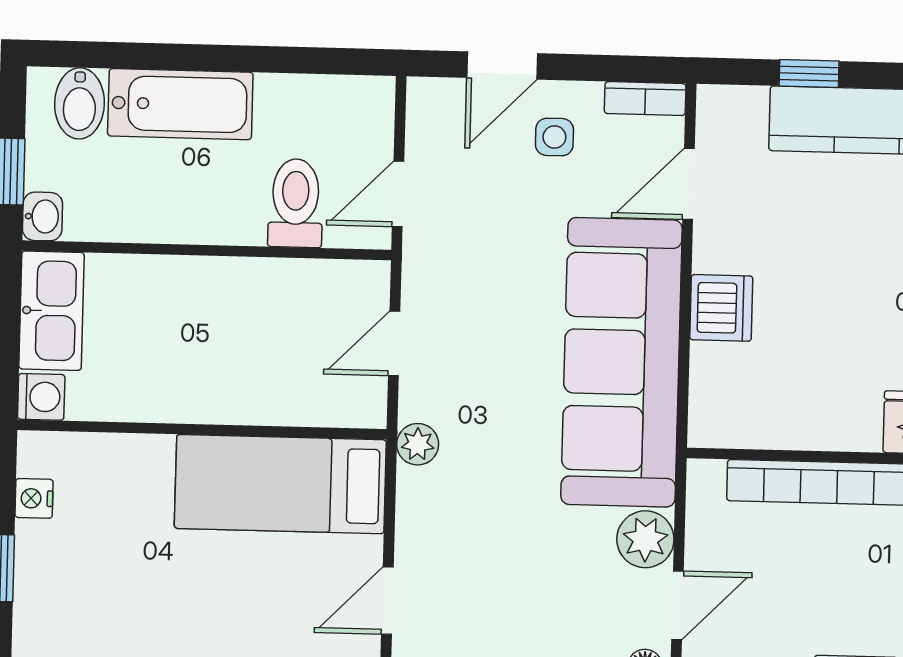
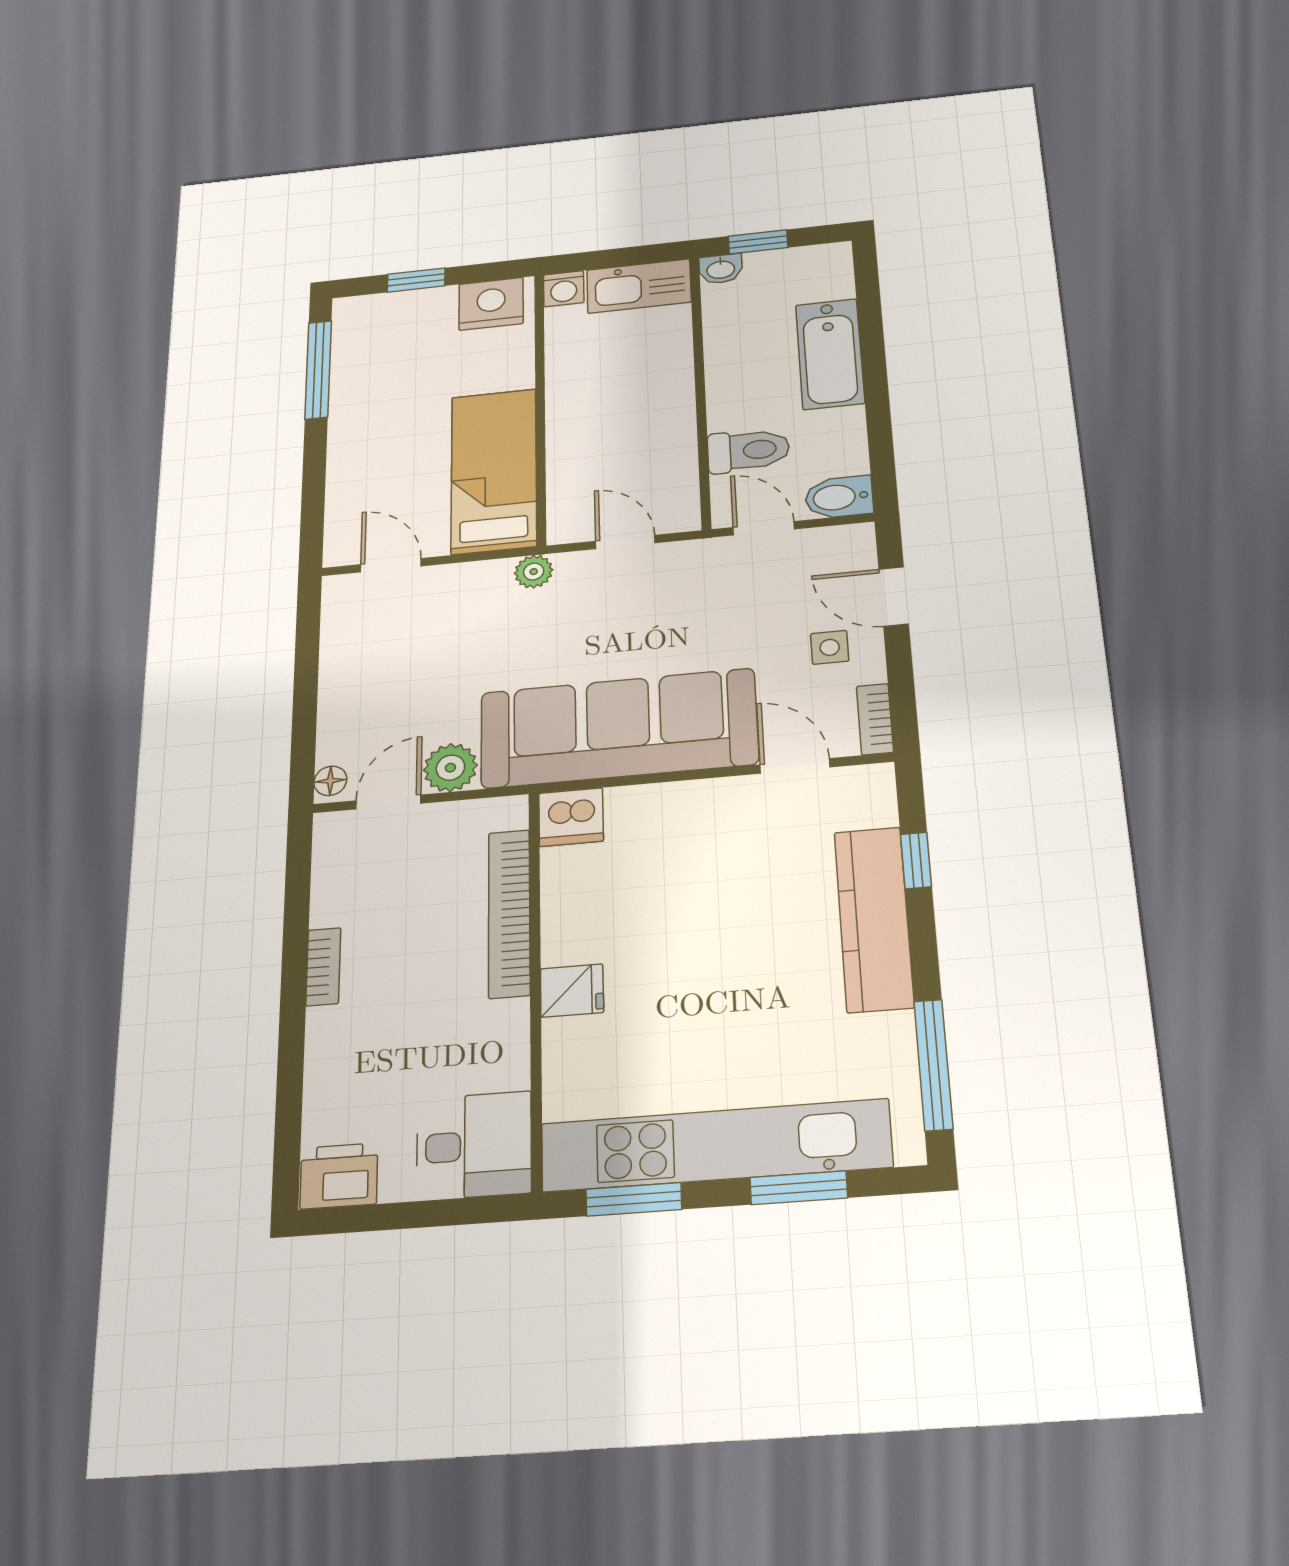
bidet: (79, 103) -> (839, 497), moved
dishwasher: (721, 308) -> (571, 817), moved
nightstand: (34, 498) -> (491, 304), width x1.89, depth x1.79
door: (677, 605) -> (388, 802), swing flipped

